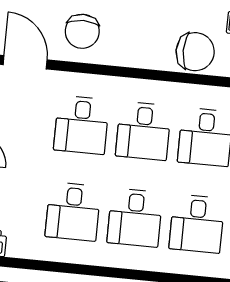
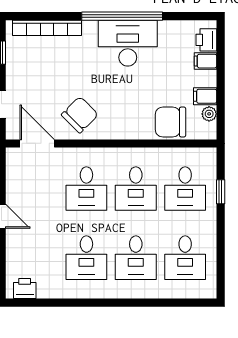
chair: (82, 31) -> (80, 115), turned -135
chair: (195, 52) -> (170, 122), turned 180

